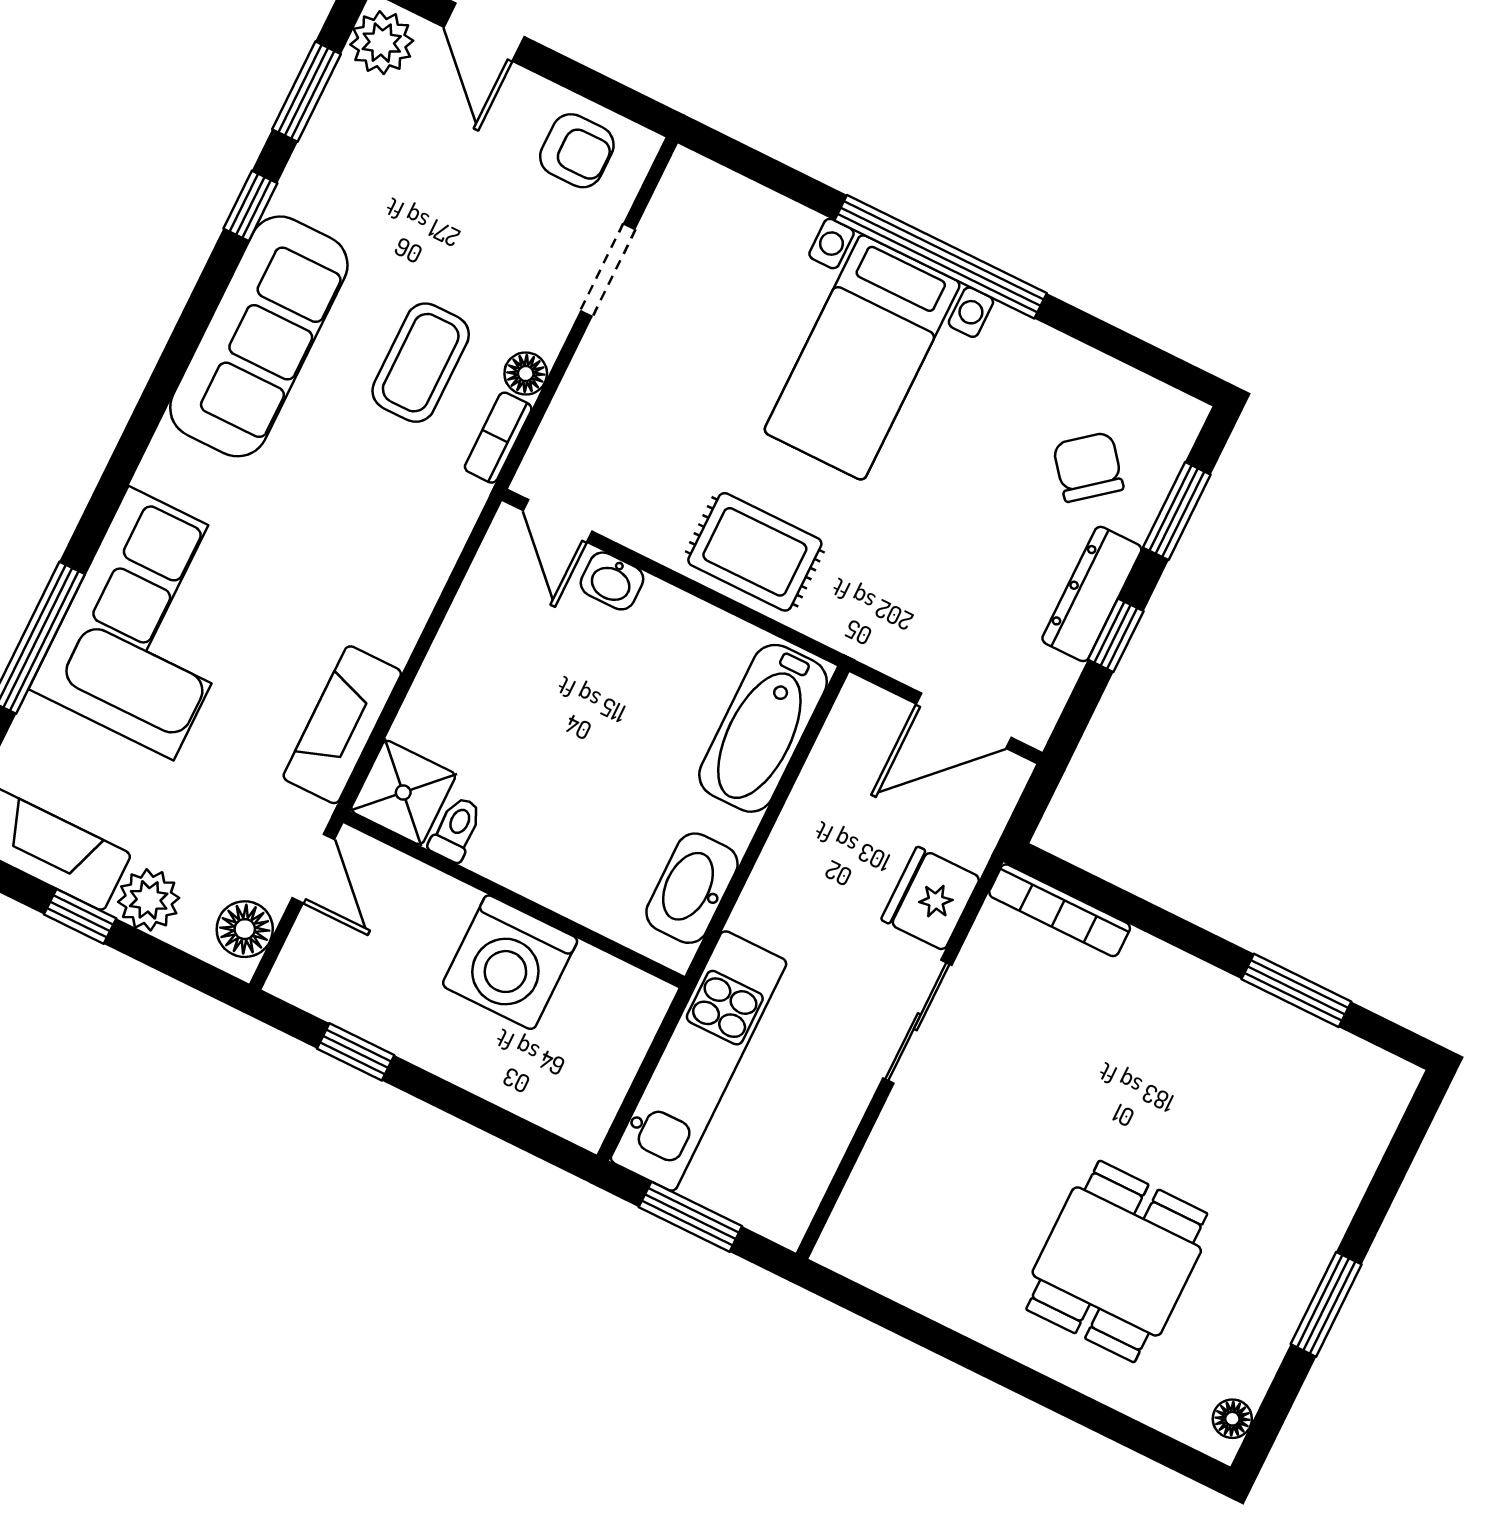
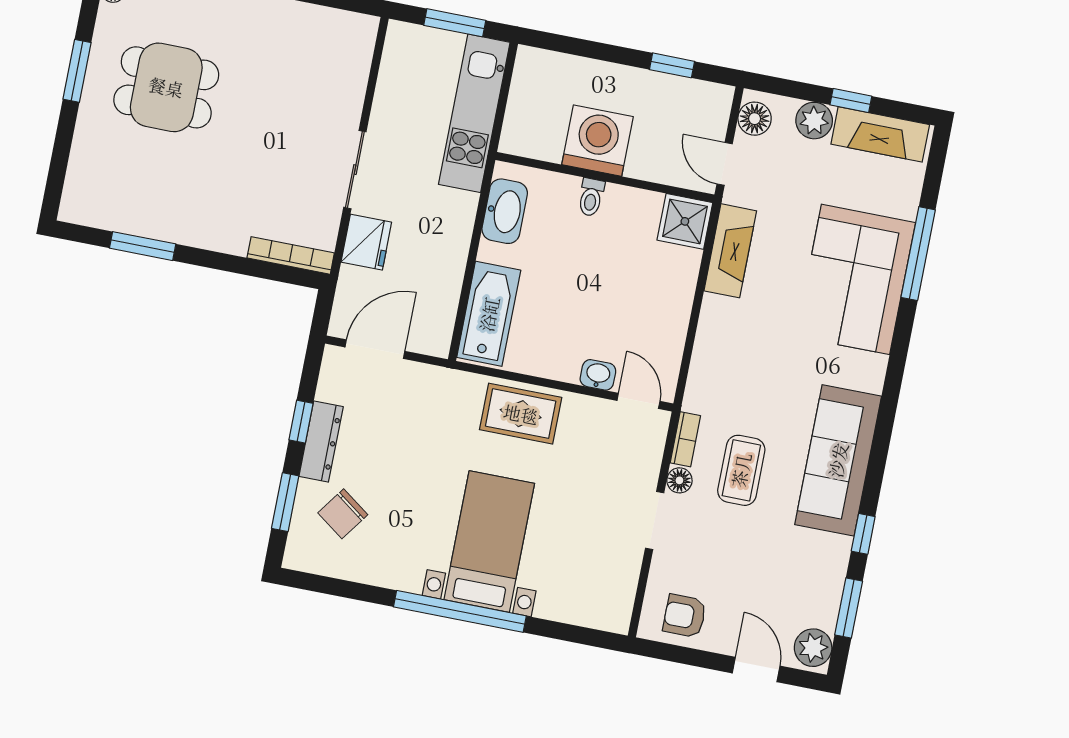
doorway: (608, 270) -> (655, 521), moved
chair: (1088, 467) -> (343, 514), turned 75
toilet: (456, 829) -> (591, 197), moved
dining table: (1117, 1261) -> (166, 87), moved, turned 90

